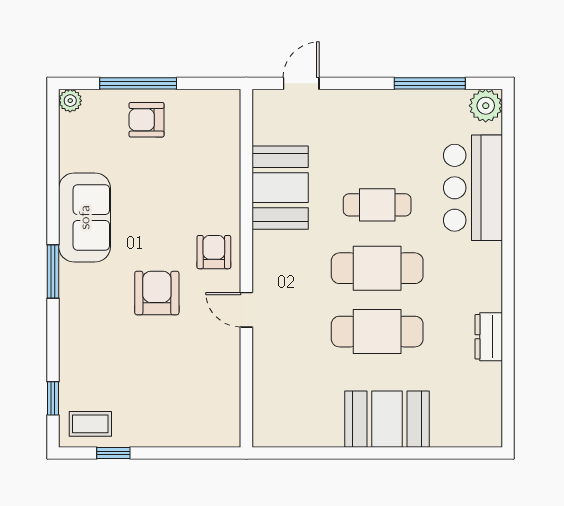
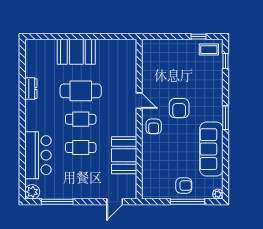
sofa: (85, 217) -> (211, 149), width x1.36
cafe table: (377, 268) -> (81, 119), width x0.73, depth x0.74

